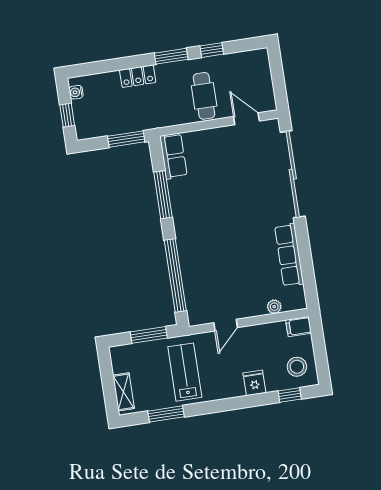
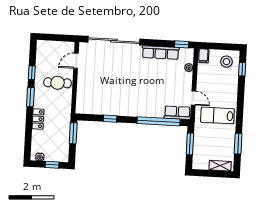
row of seats: (173, 156) -> (177, 113), moved
window: (163, 195) -> (110, 119), width x0.46
window: (310, 287) -> (182, 44), added
lab bench: (185, 372) -> (217, 115), moved
fridge: (254, 383) -> (231, 88), removed

